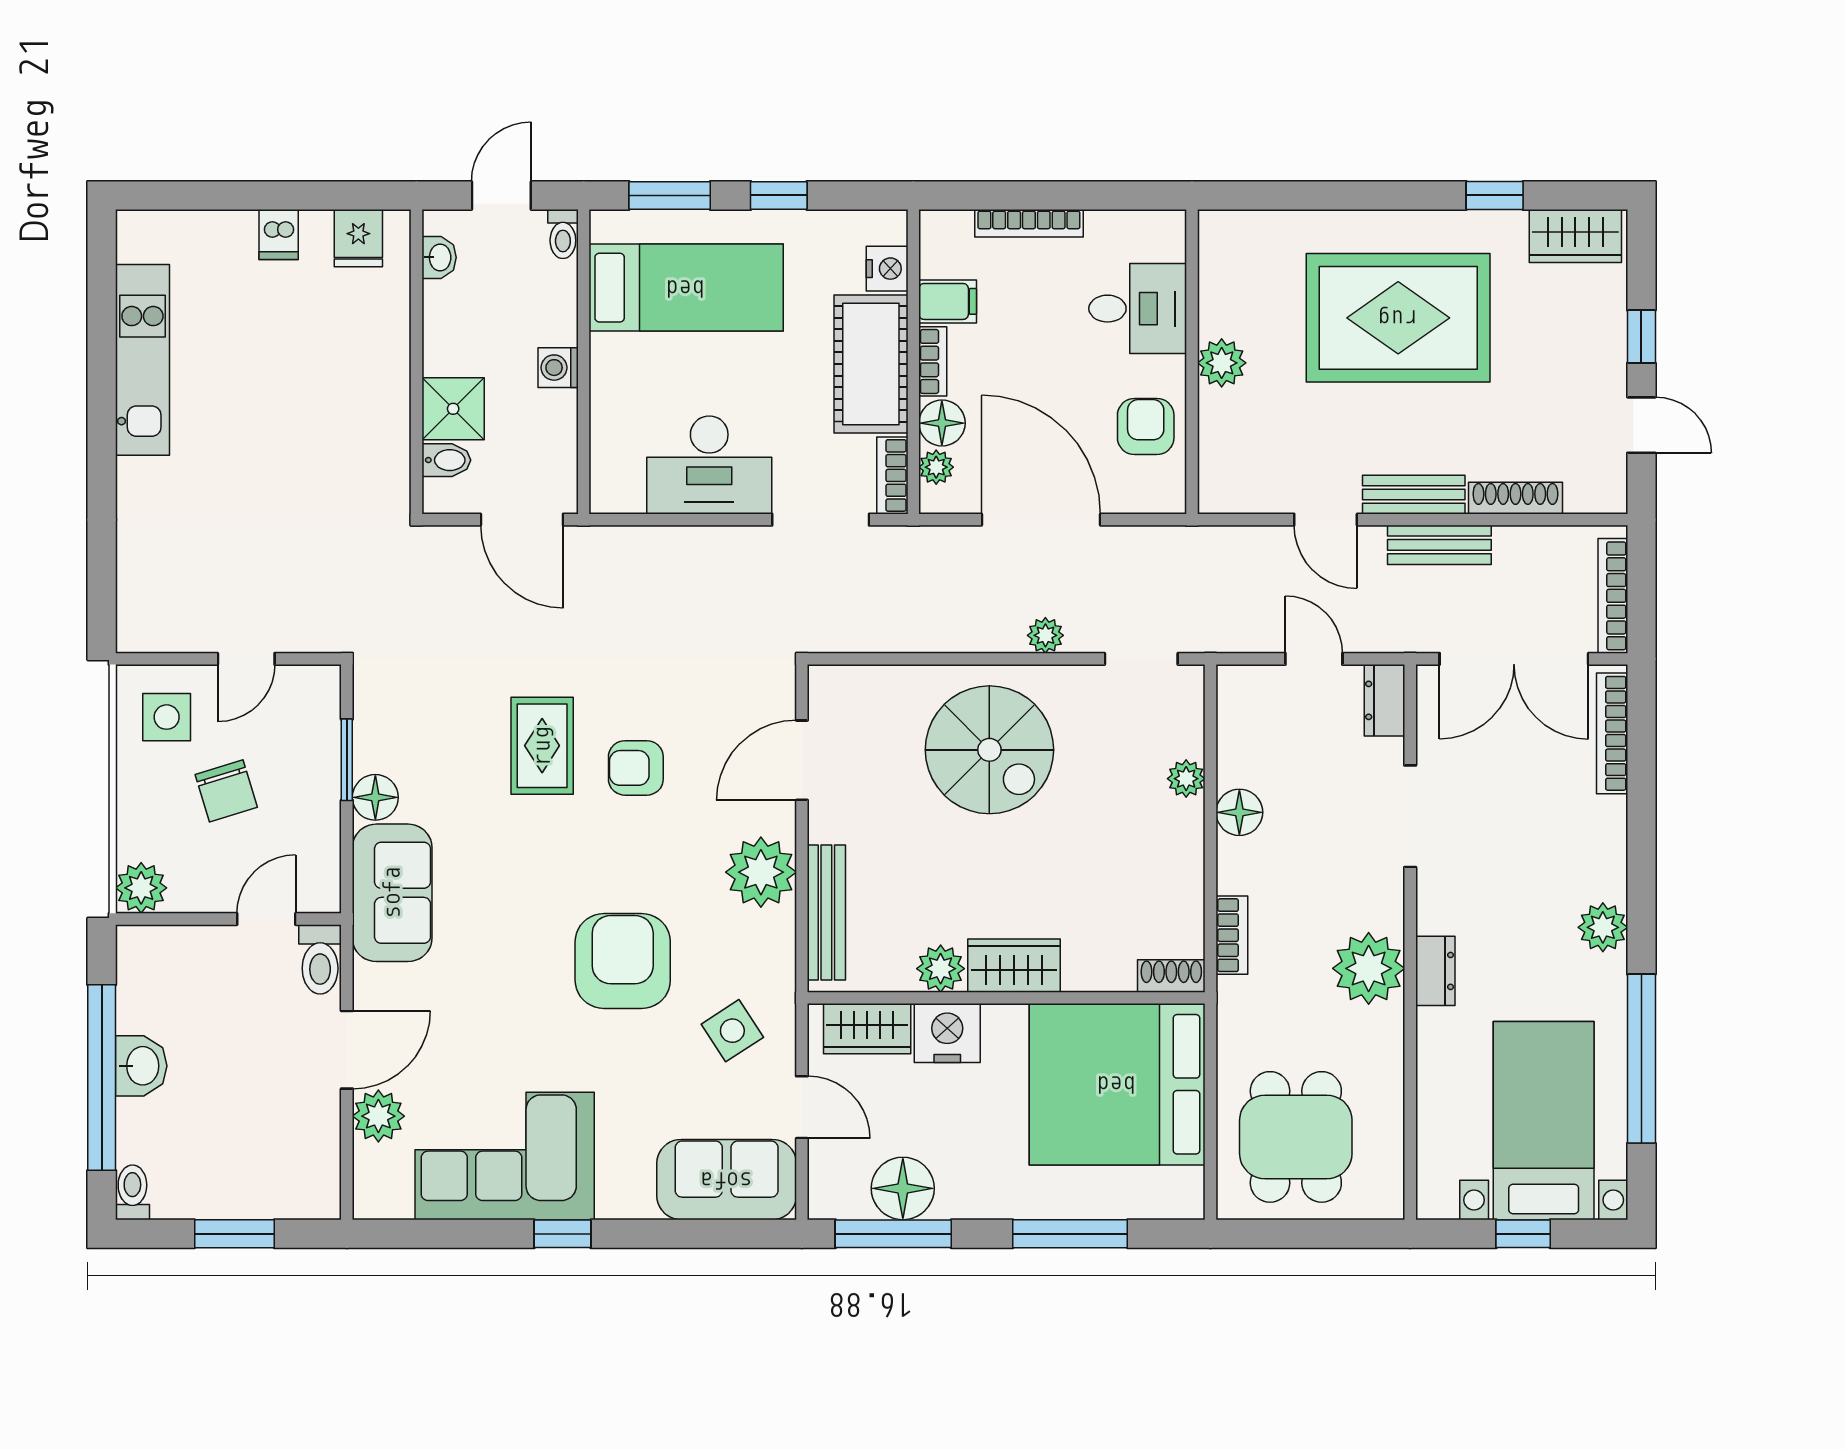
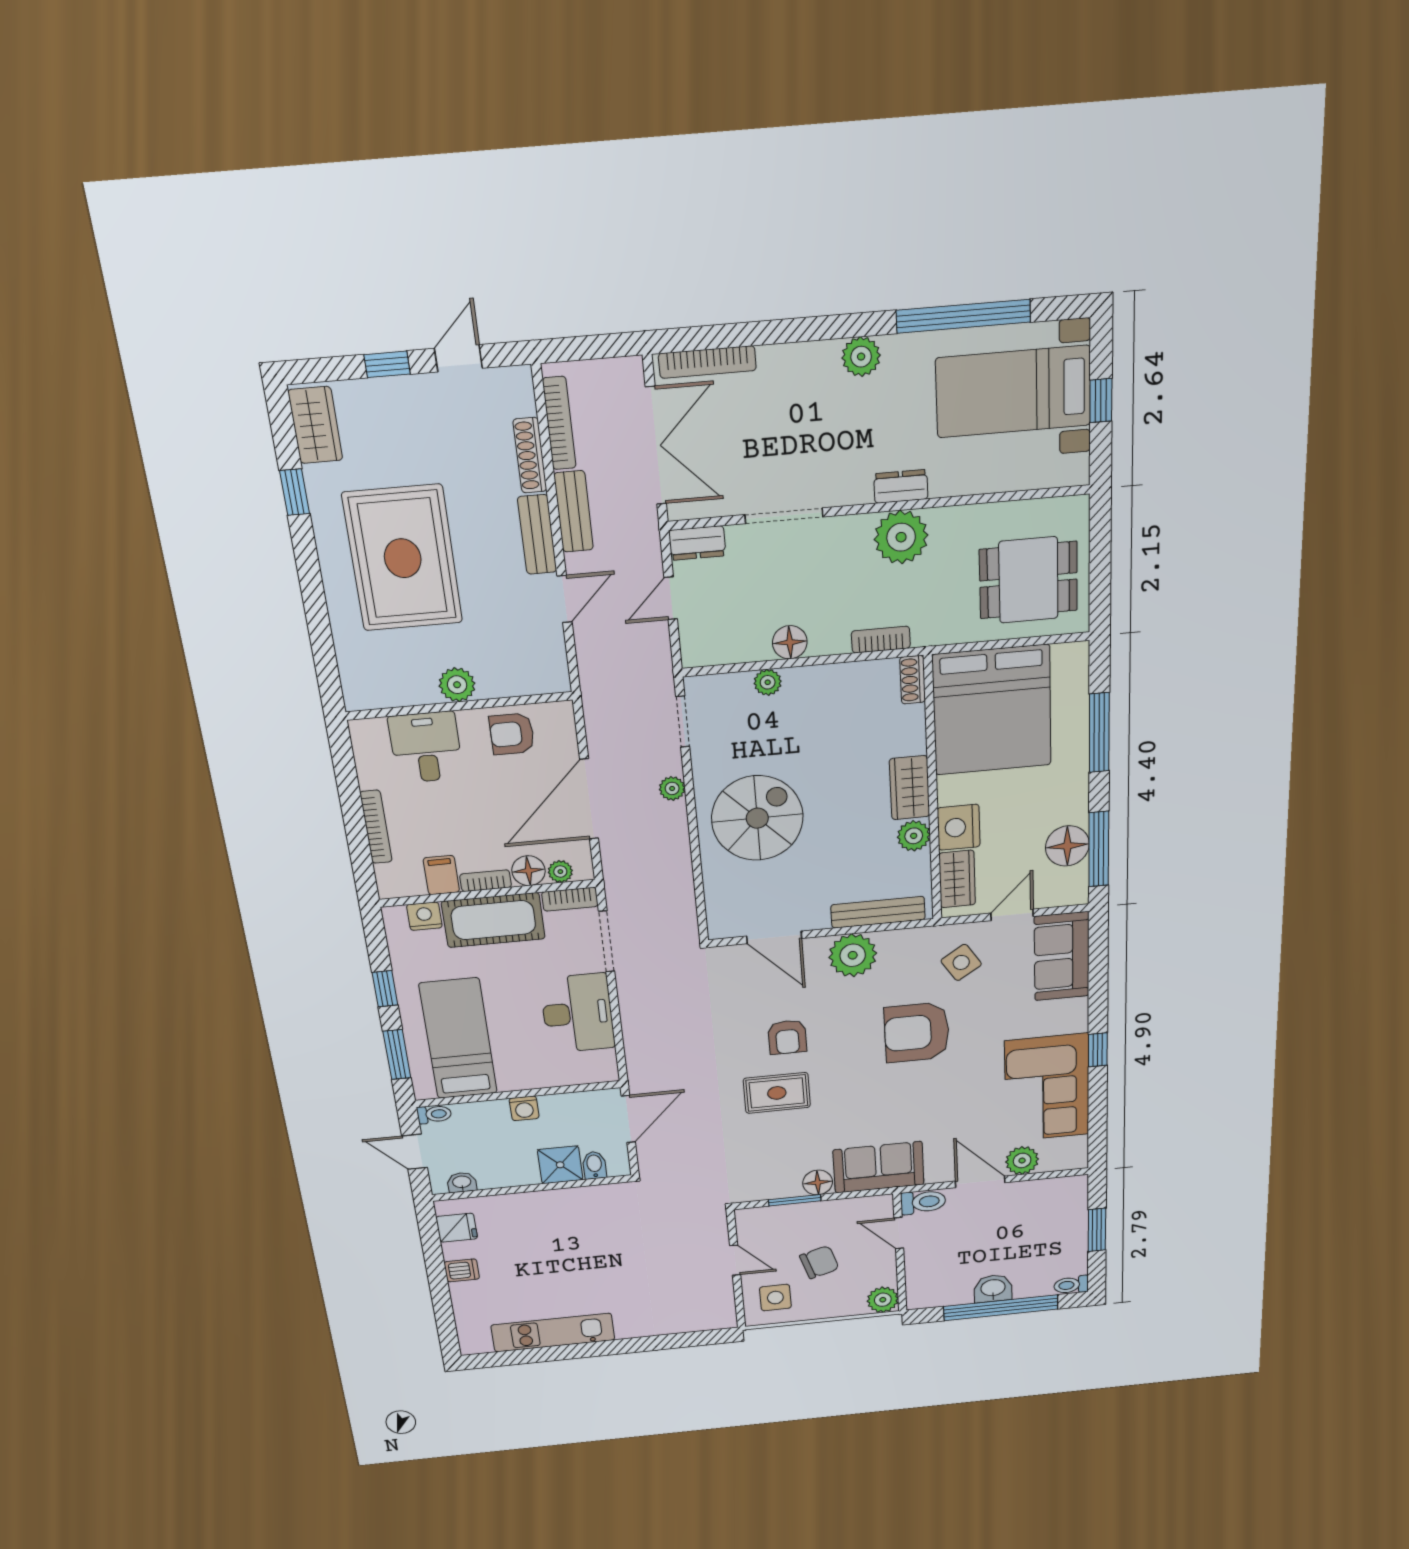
bookcase: (1613, 596) -> (559, 423), moved, turned -90

